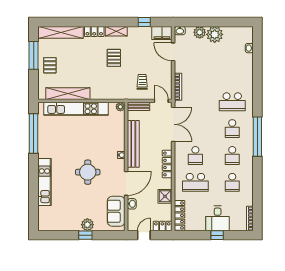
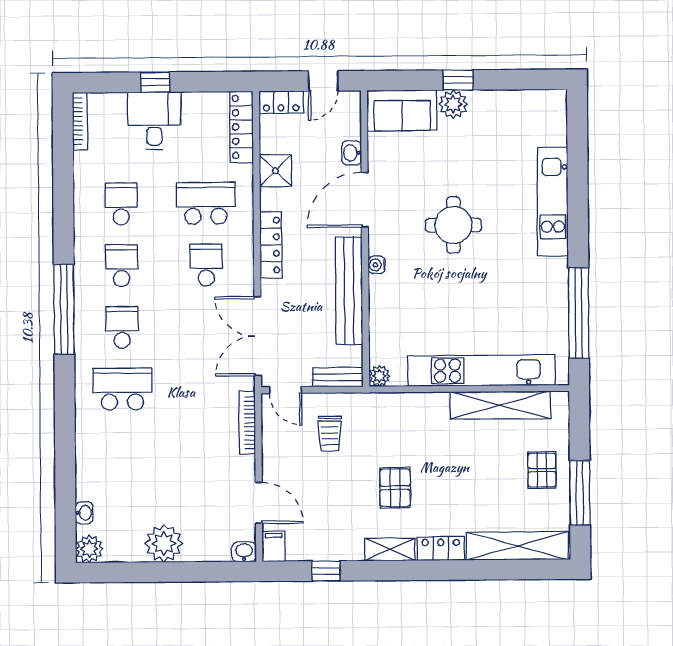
plant: (200, 32) -> (89, 549), moved
filing cabinet: (162, 33) -> (274, 546), width x0.50
sofa: (116, 211) -> (402, 110), moved, turned 90

